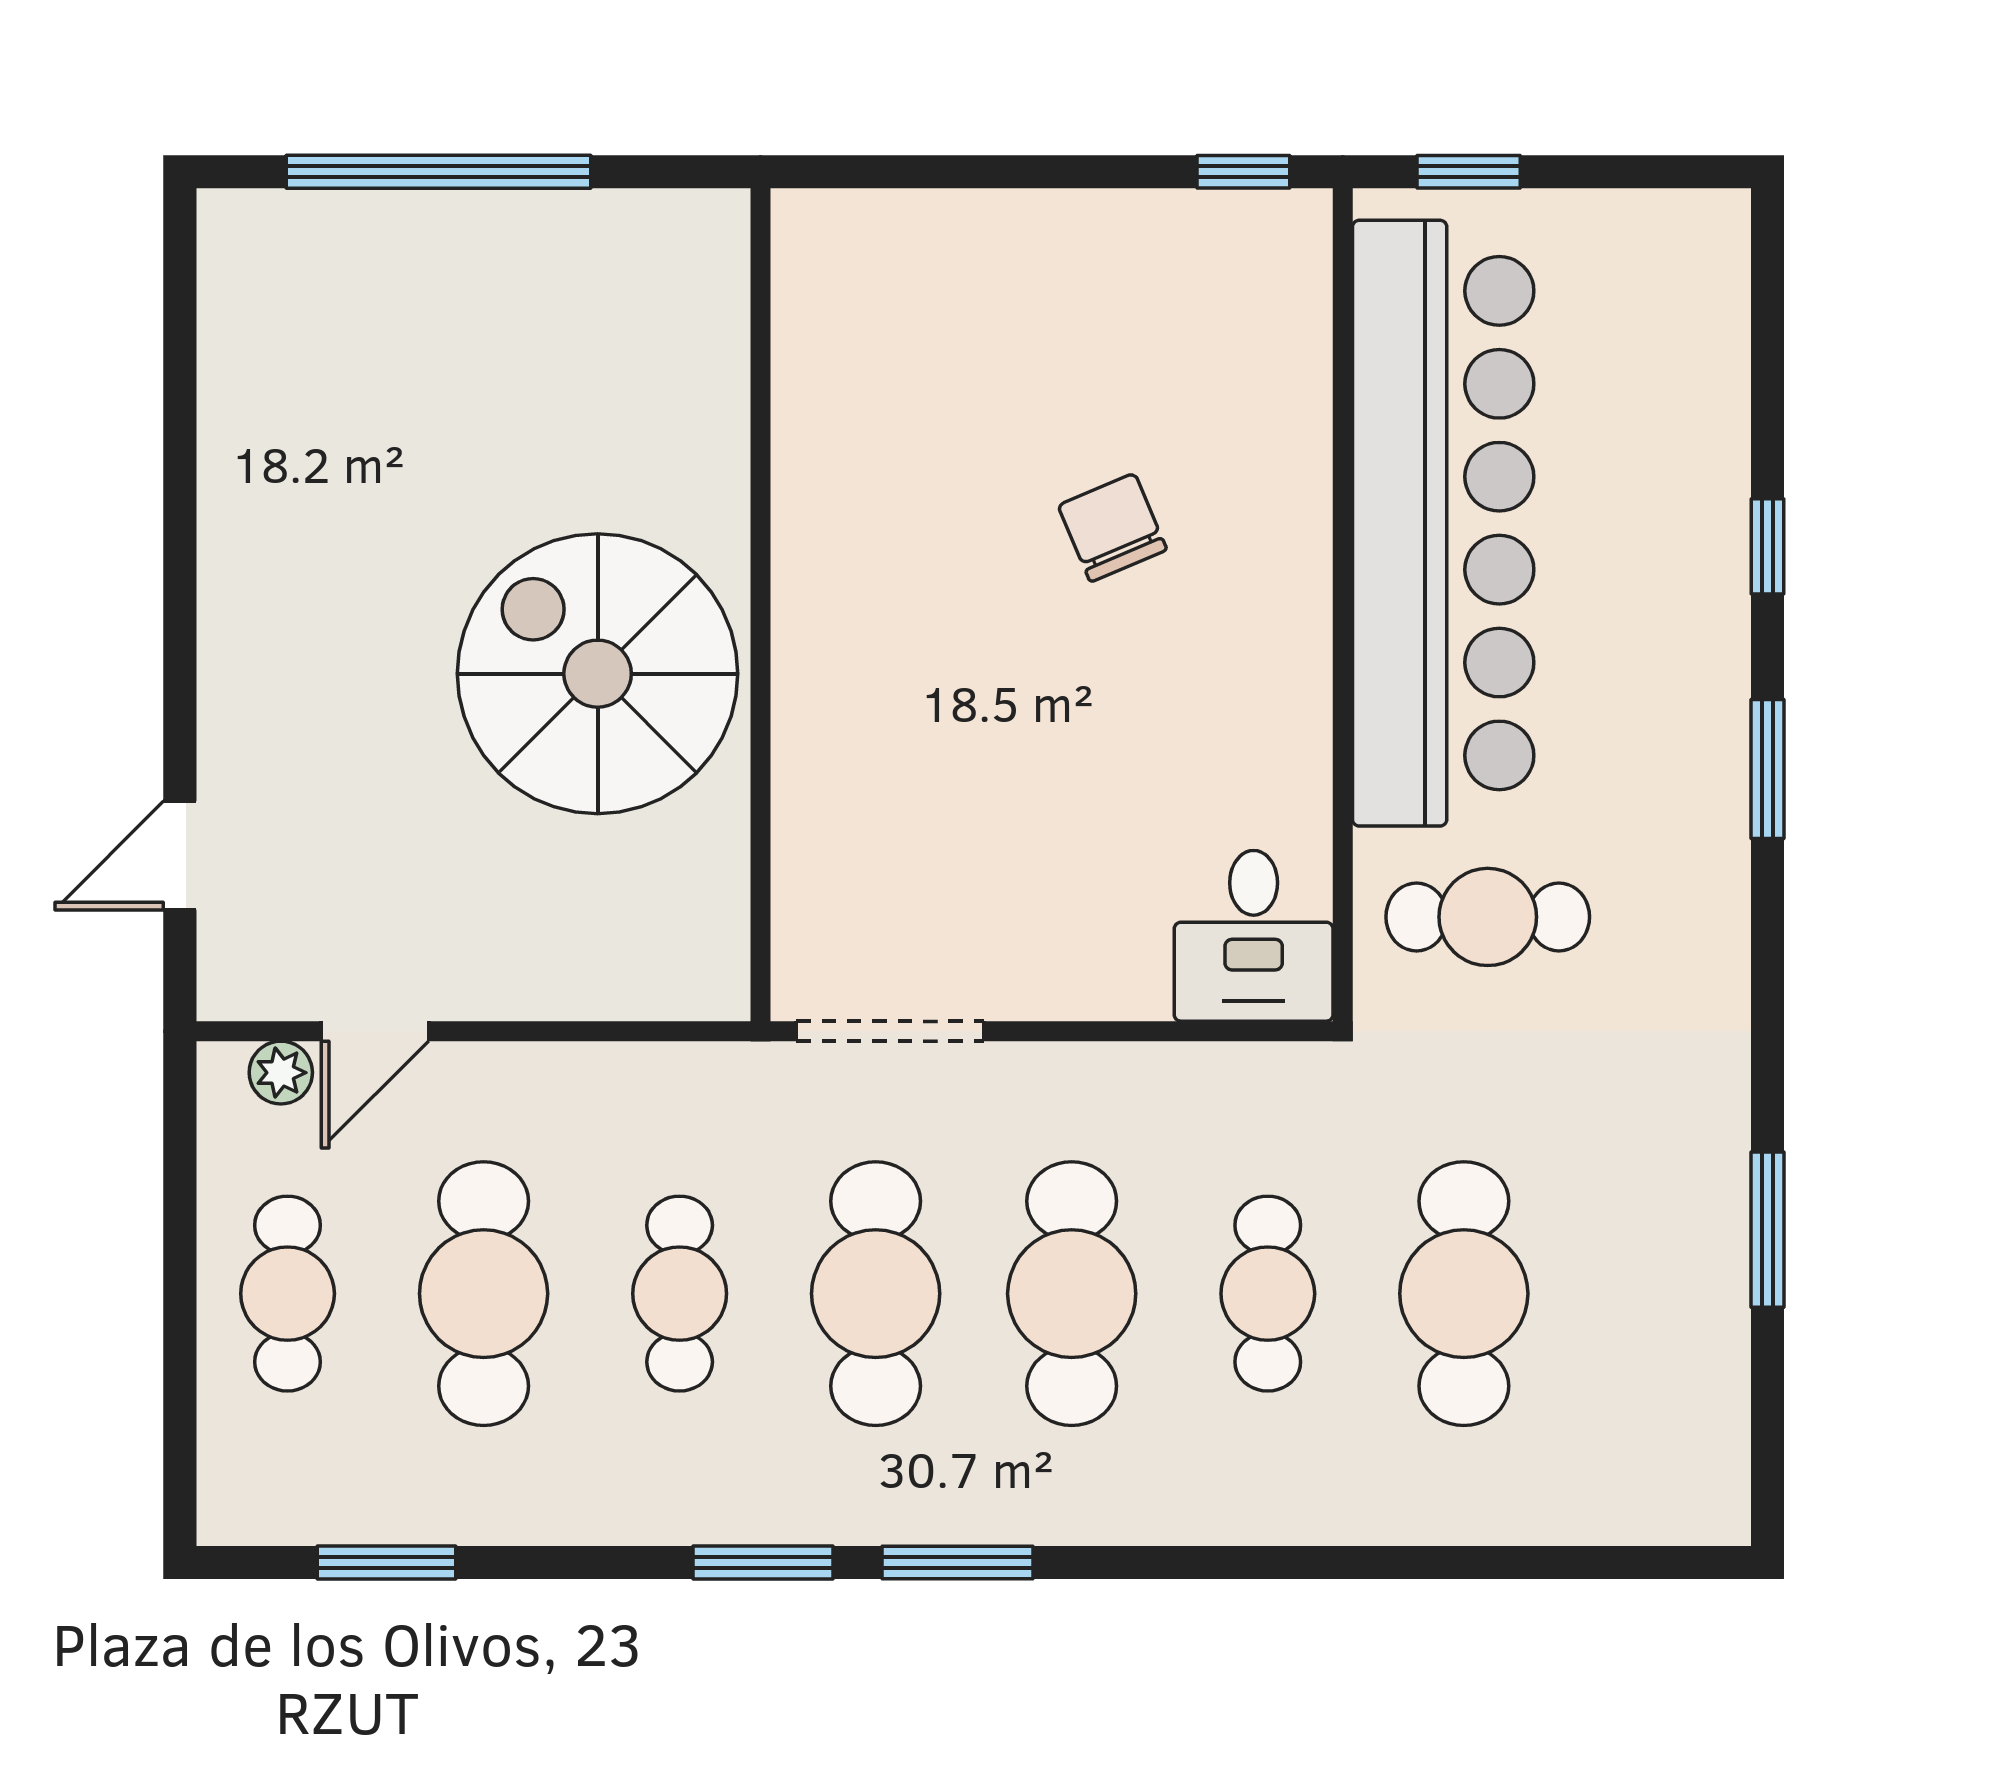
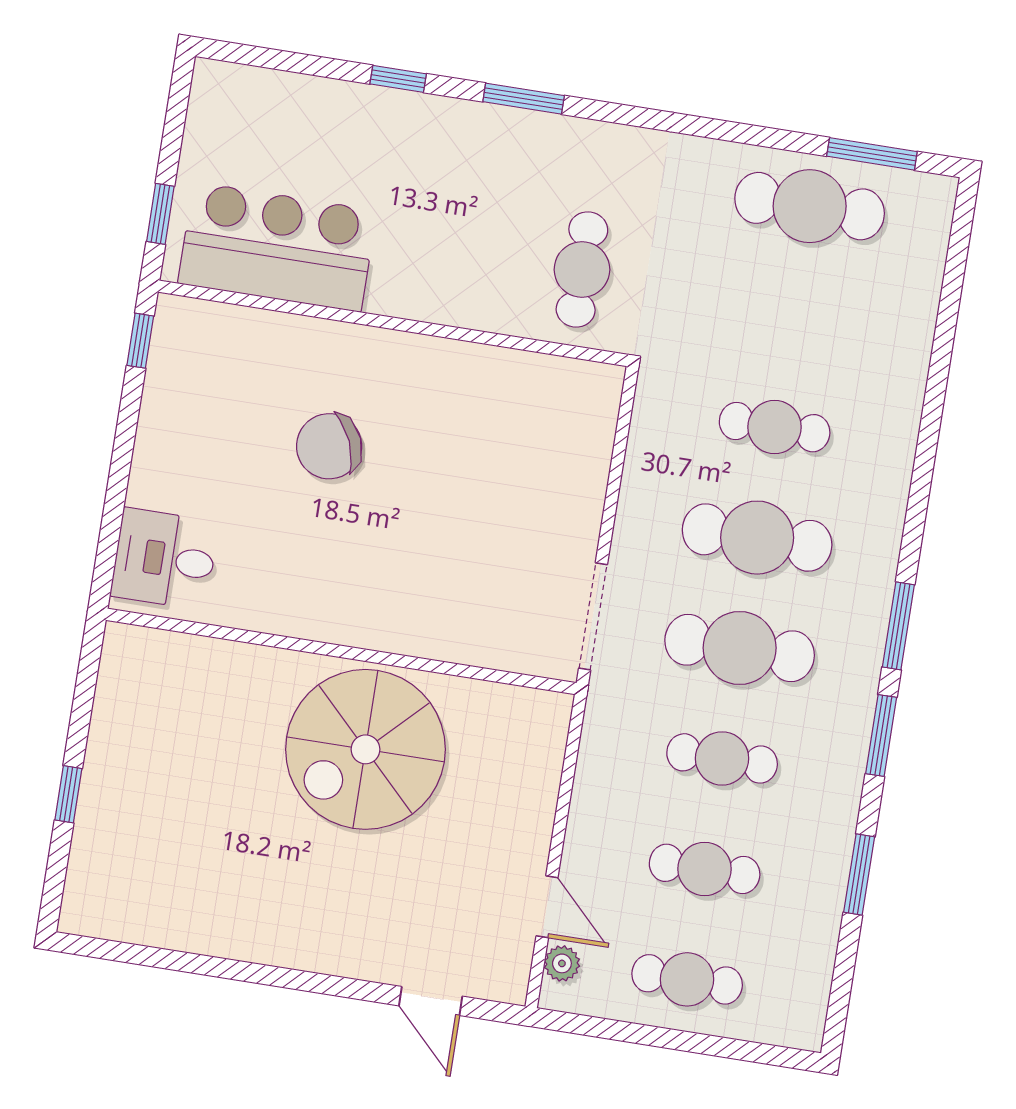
window: (439, 172) -> (68, 794), width x0.32
bar counter: (1443, 523) -> (277, 247), width x0.54
chair: (1112, 528) -> (329, 446), width x1.37, depth x1.37
desk: (1254, 936) -> (165, 559), moved, turned 180
window: (1768, 1230) -> (872, 154), moved
cafe table: (484, 1294) -> (705, 869), width x0.73, depth x0.74
cafe table: (1464, 1294) -> (810, 206), moved
window: (387, 1563) -> (859, 874), moved

